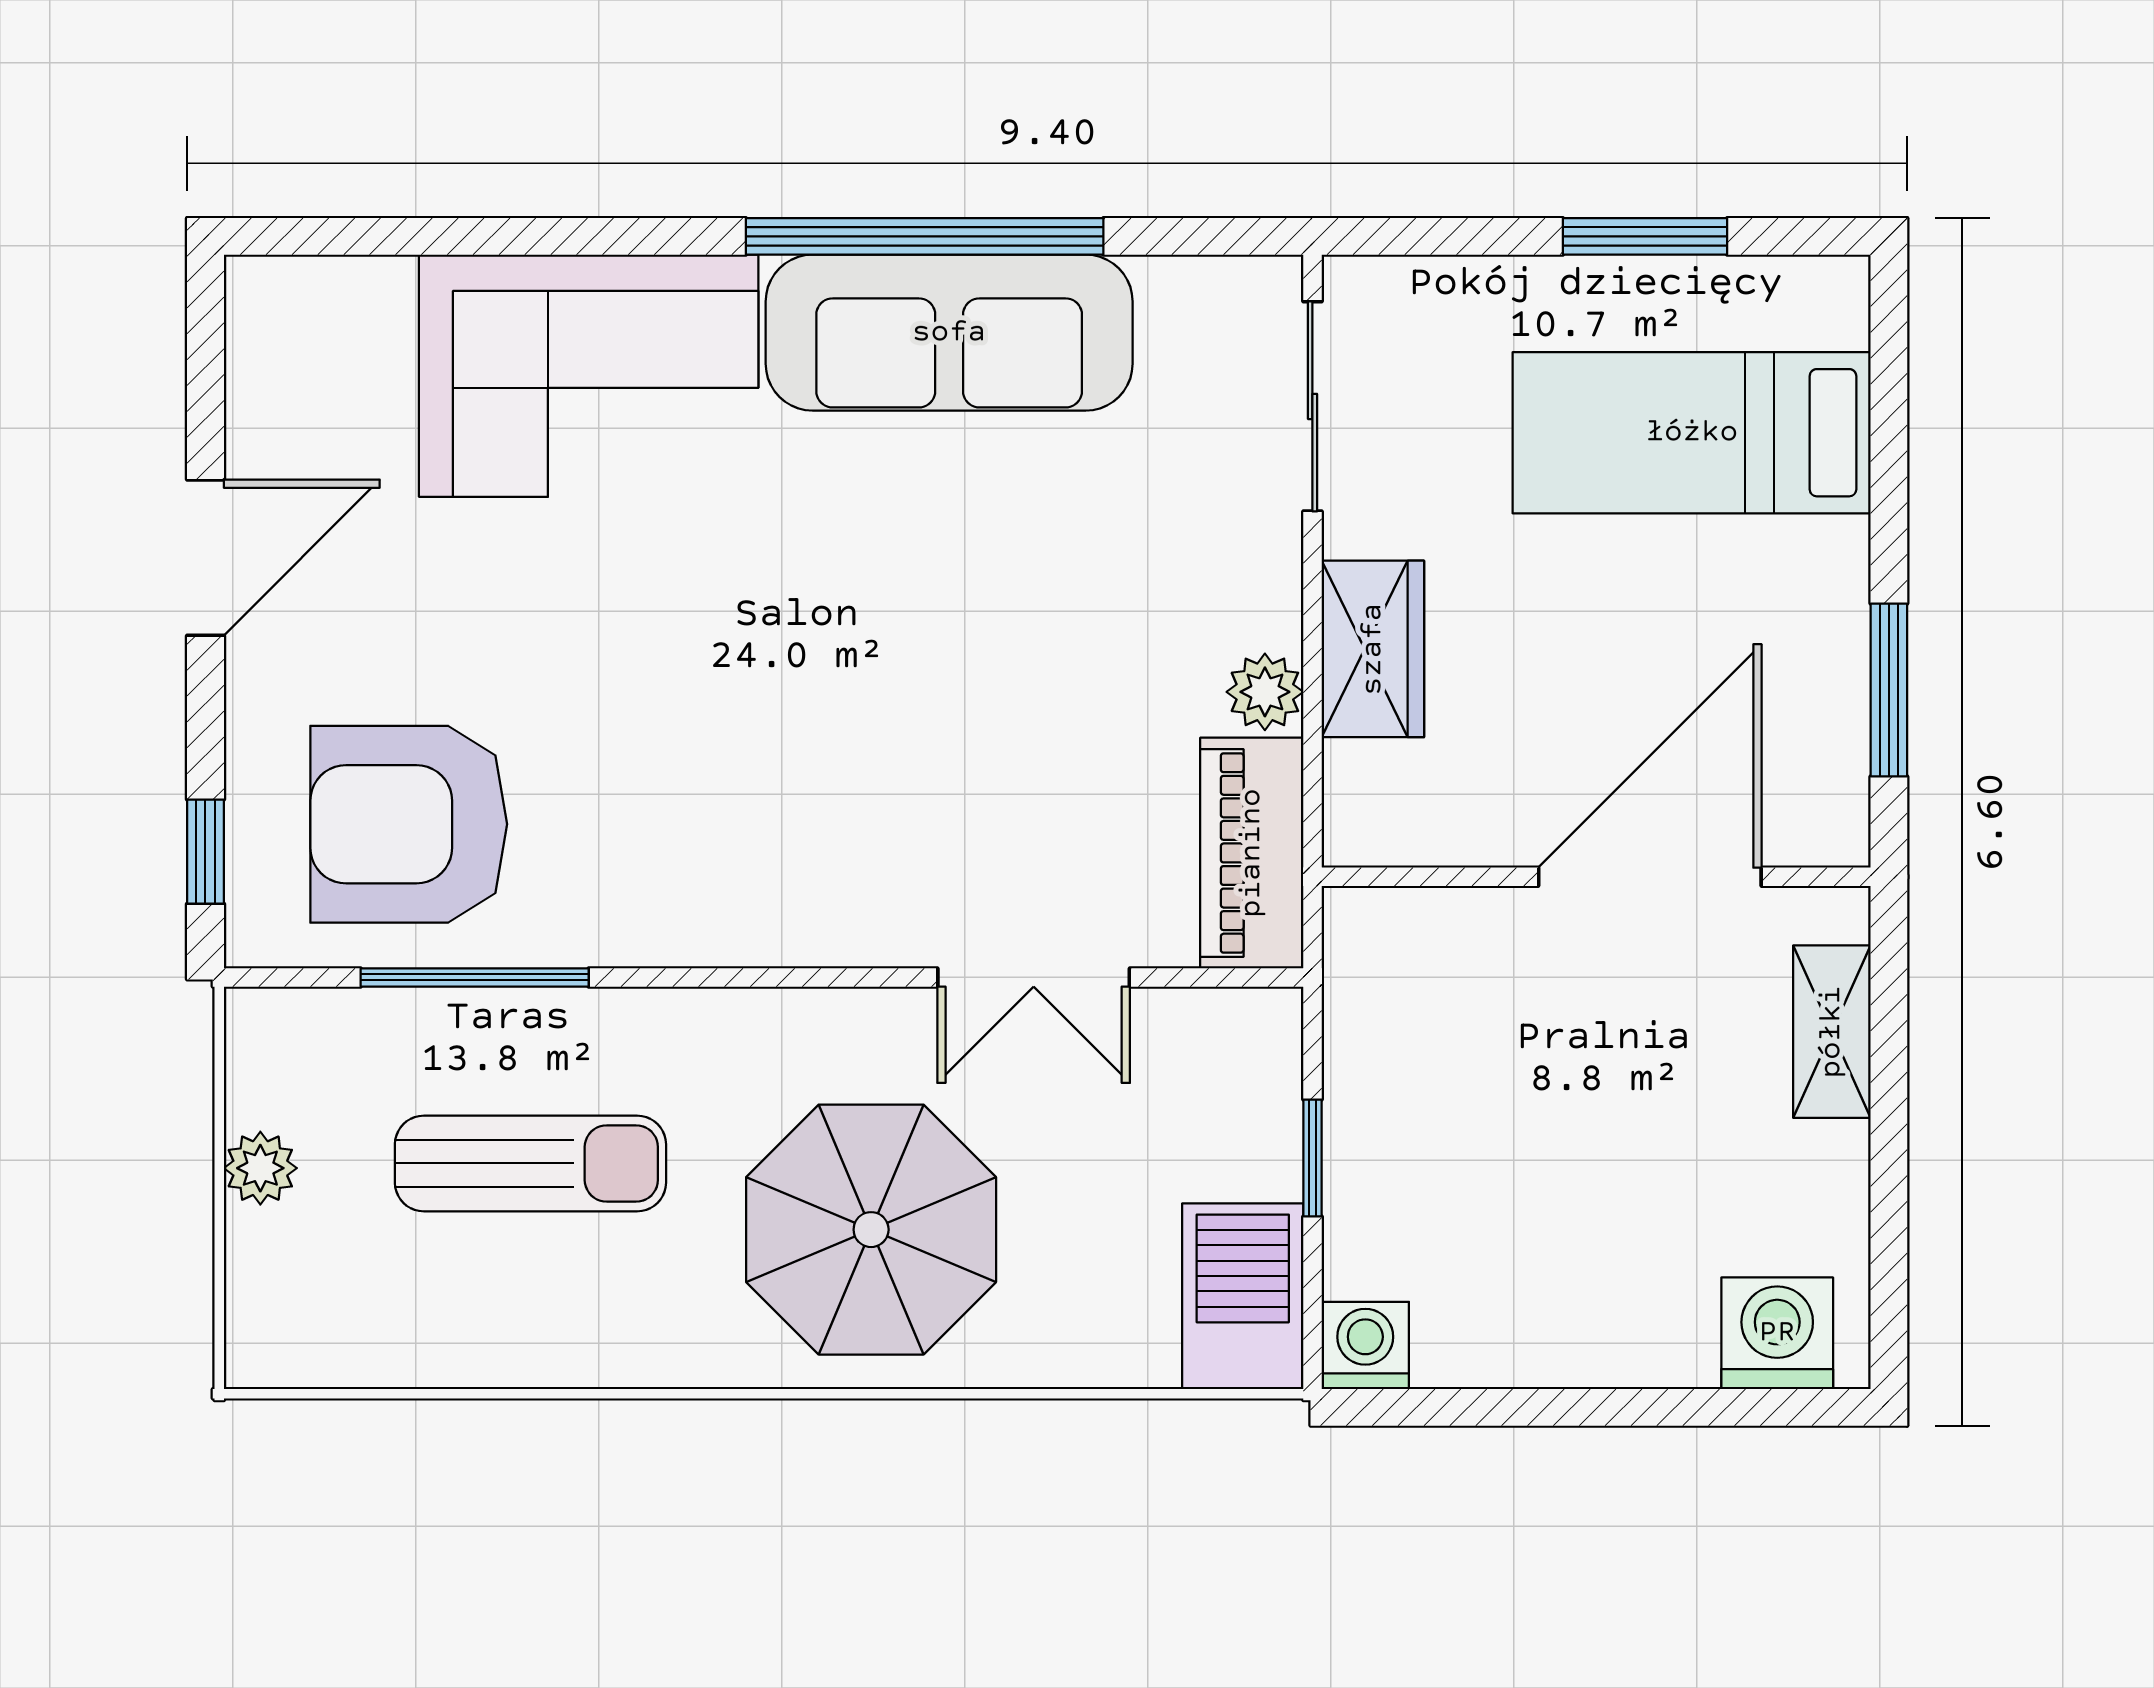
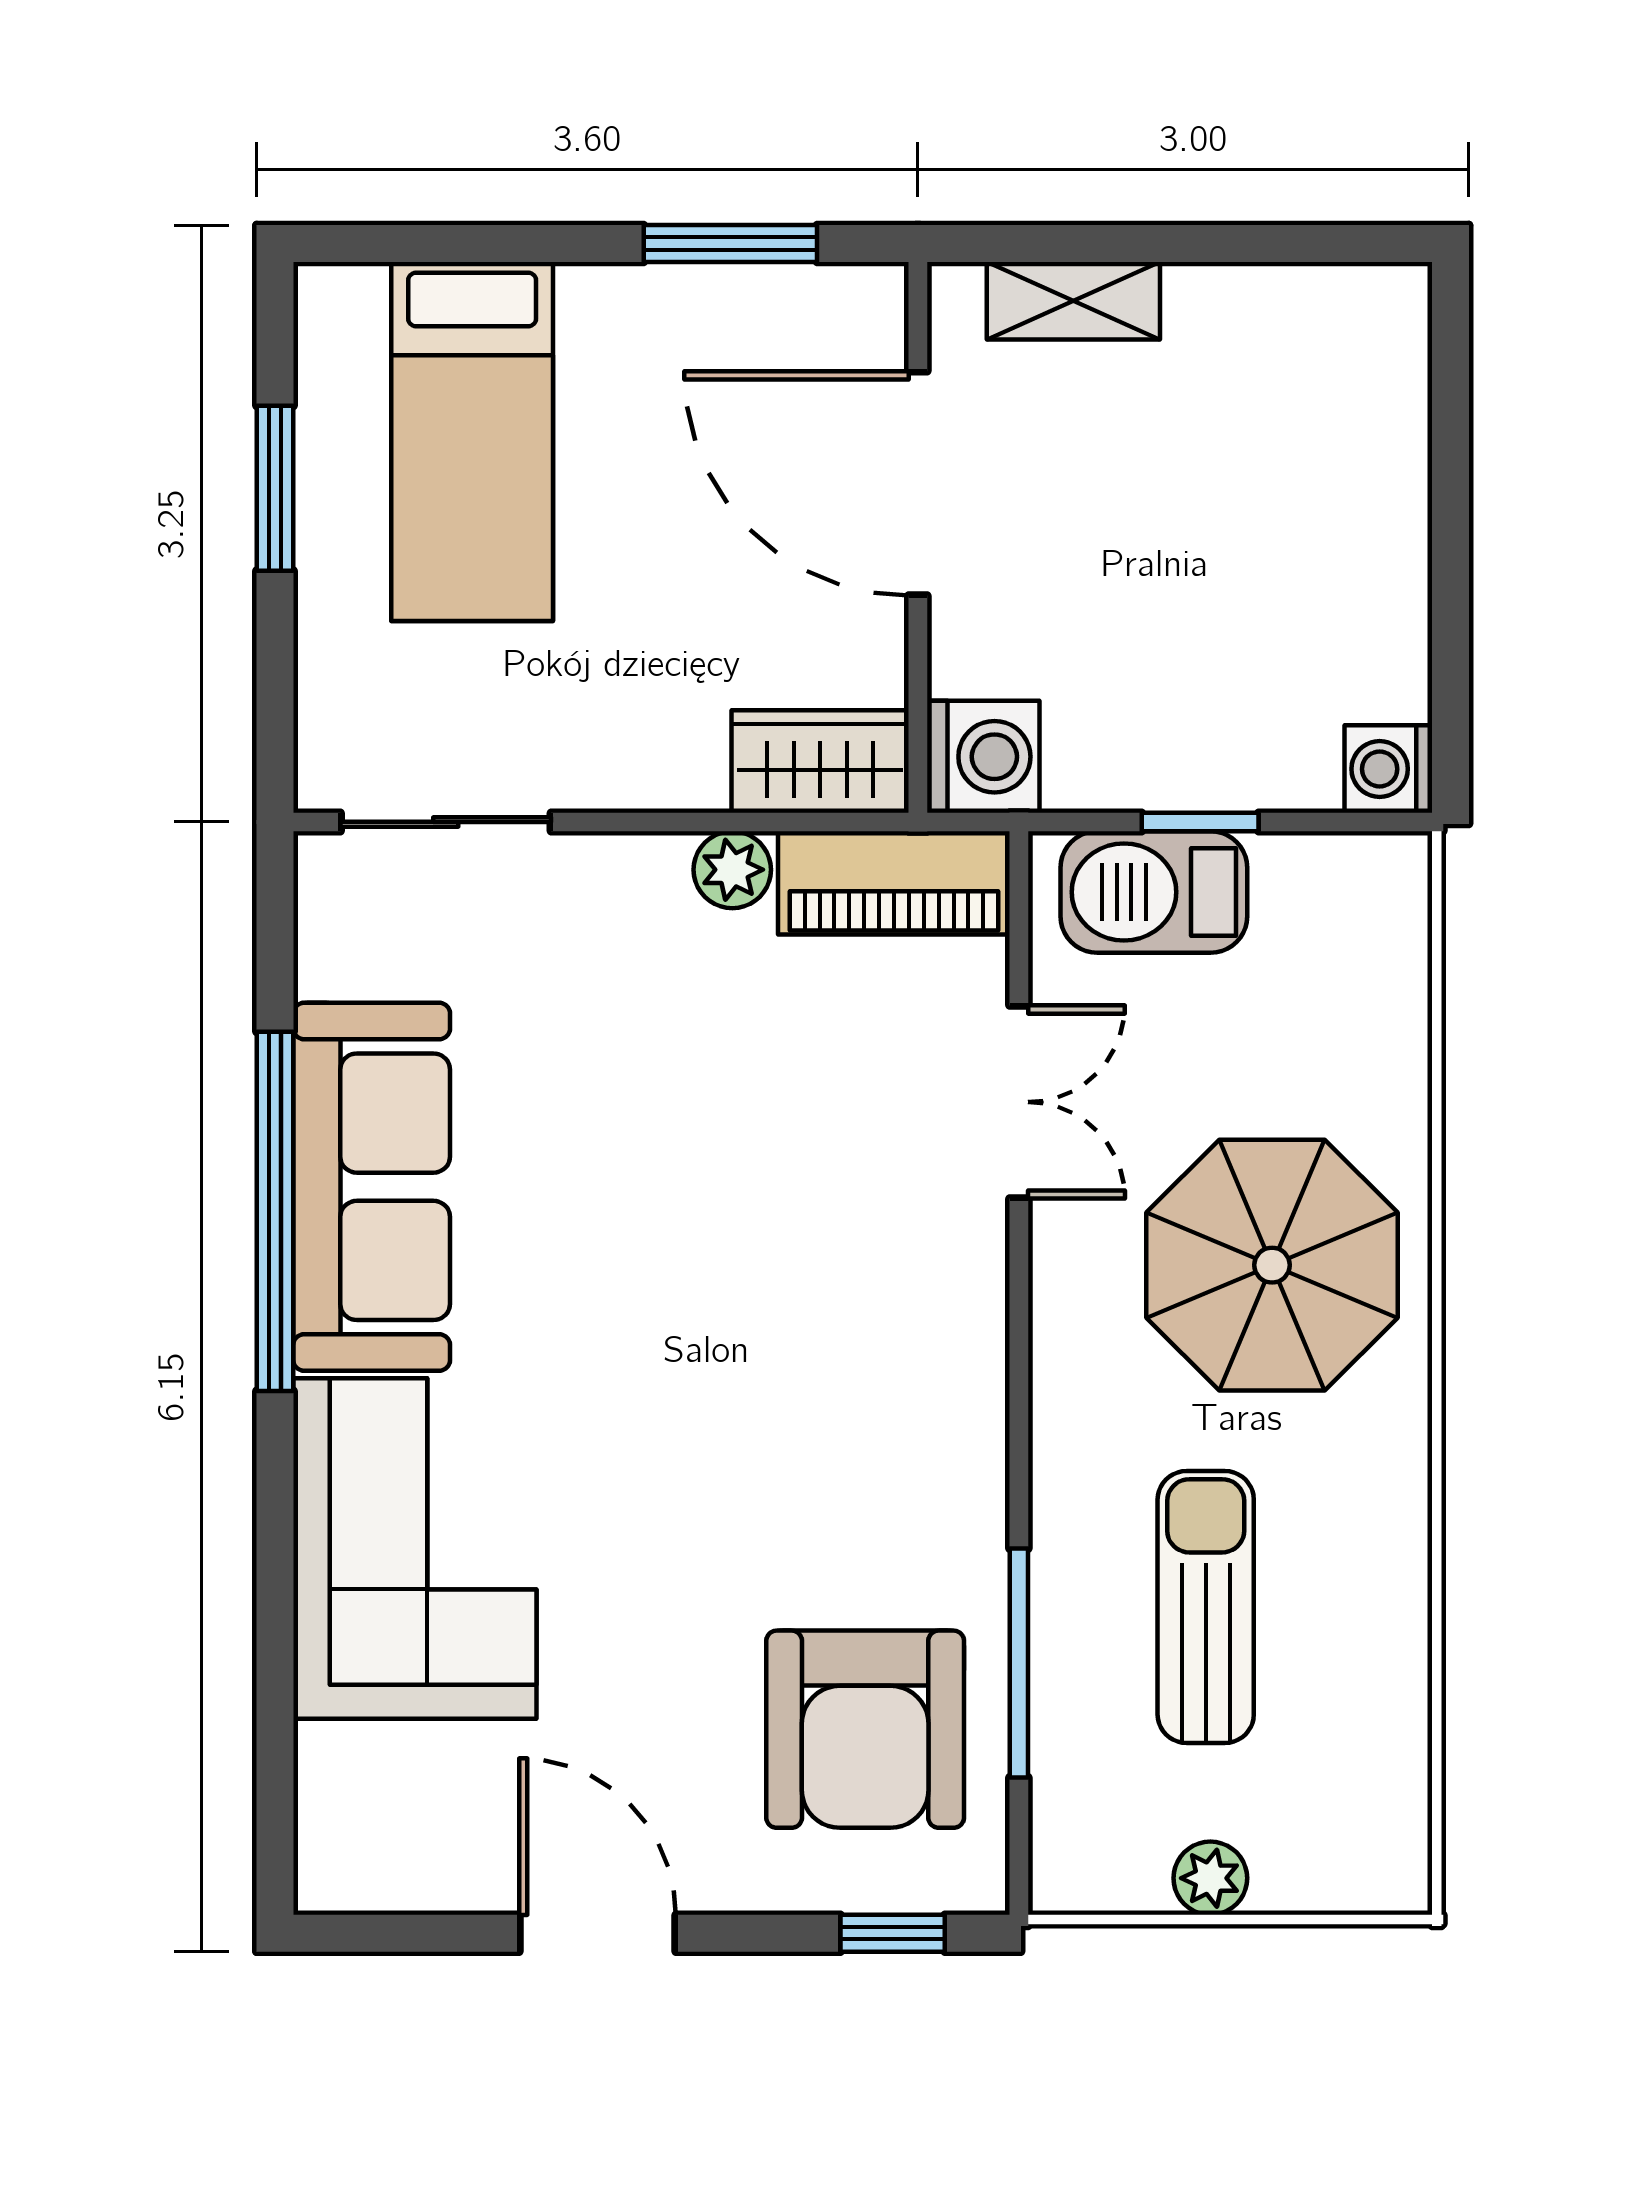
wardrobe: (1373, 649) -> (820, 761), moved
barbecue: (1243, 1296) -> (1154, 892), moved
washing machine: (1777, 1333) -> (983, 757), moved, turned 180

